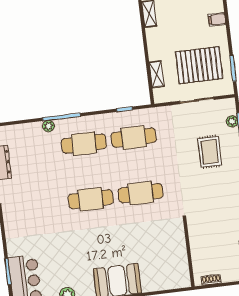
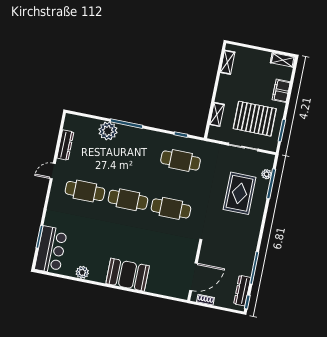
filing cabinet: (217, 19) -> (281, 91), width x2.00
plant: (48, 126) -> (108, 131), width x1.88, depth x1.88
cafe table: (84, 144) -> (85, 191), moved
rug: (210, 152) -> (240, 193), width x1.36, depth x1.43
door: (190, 259) -> (193, 277), added

